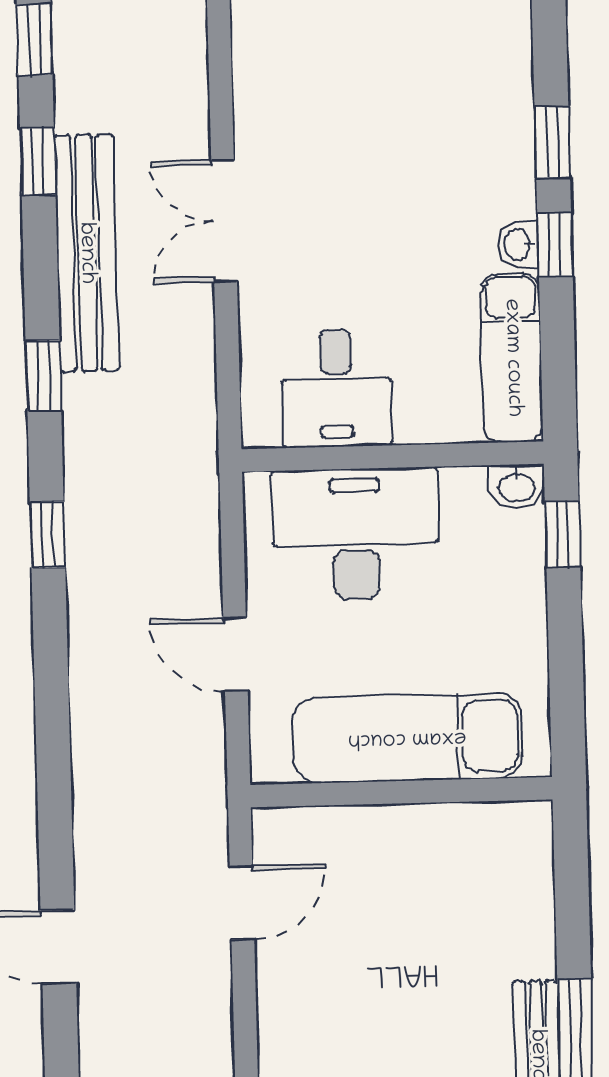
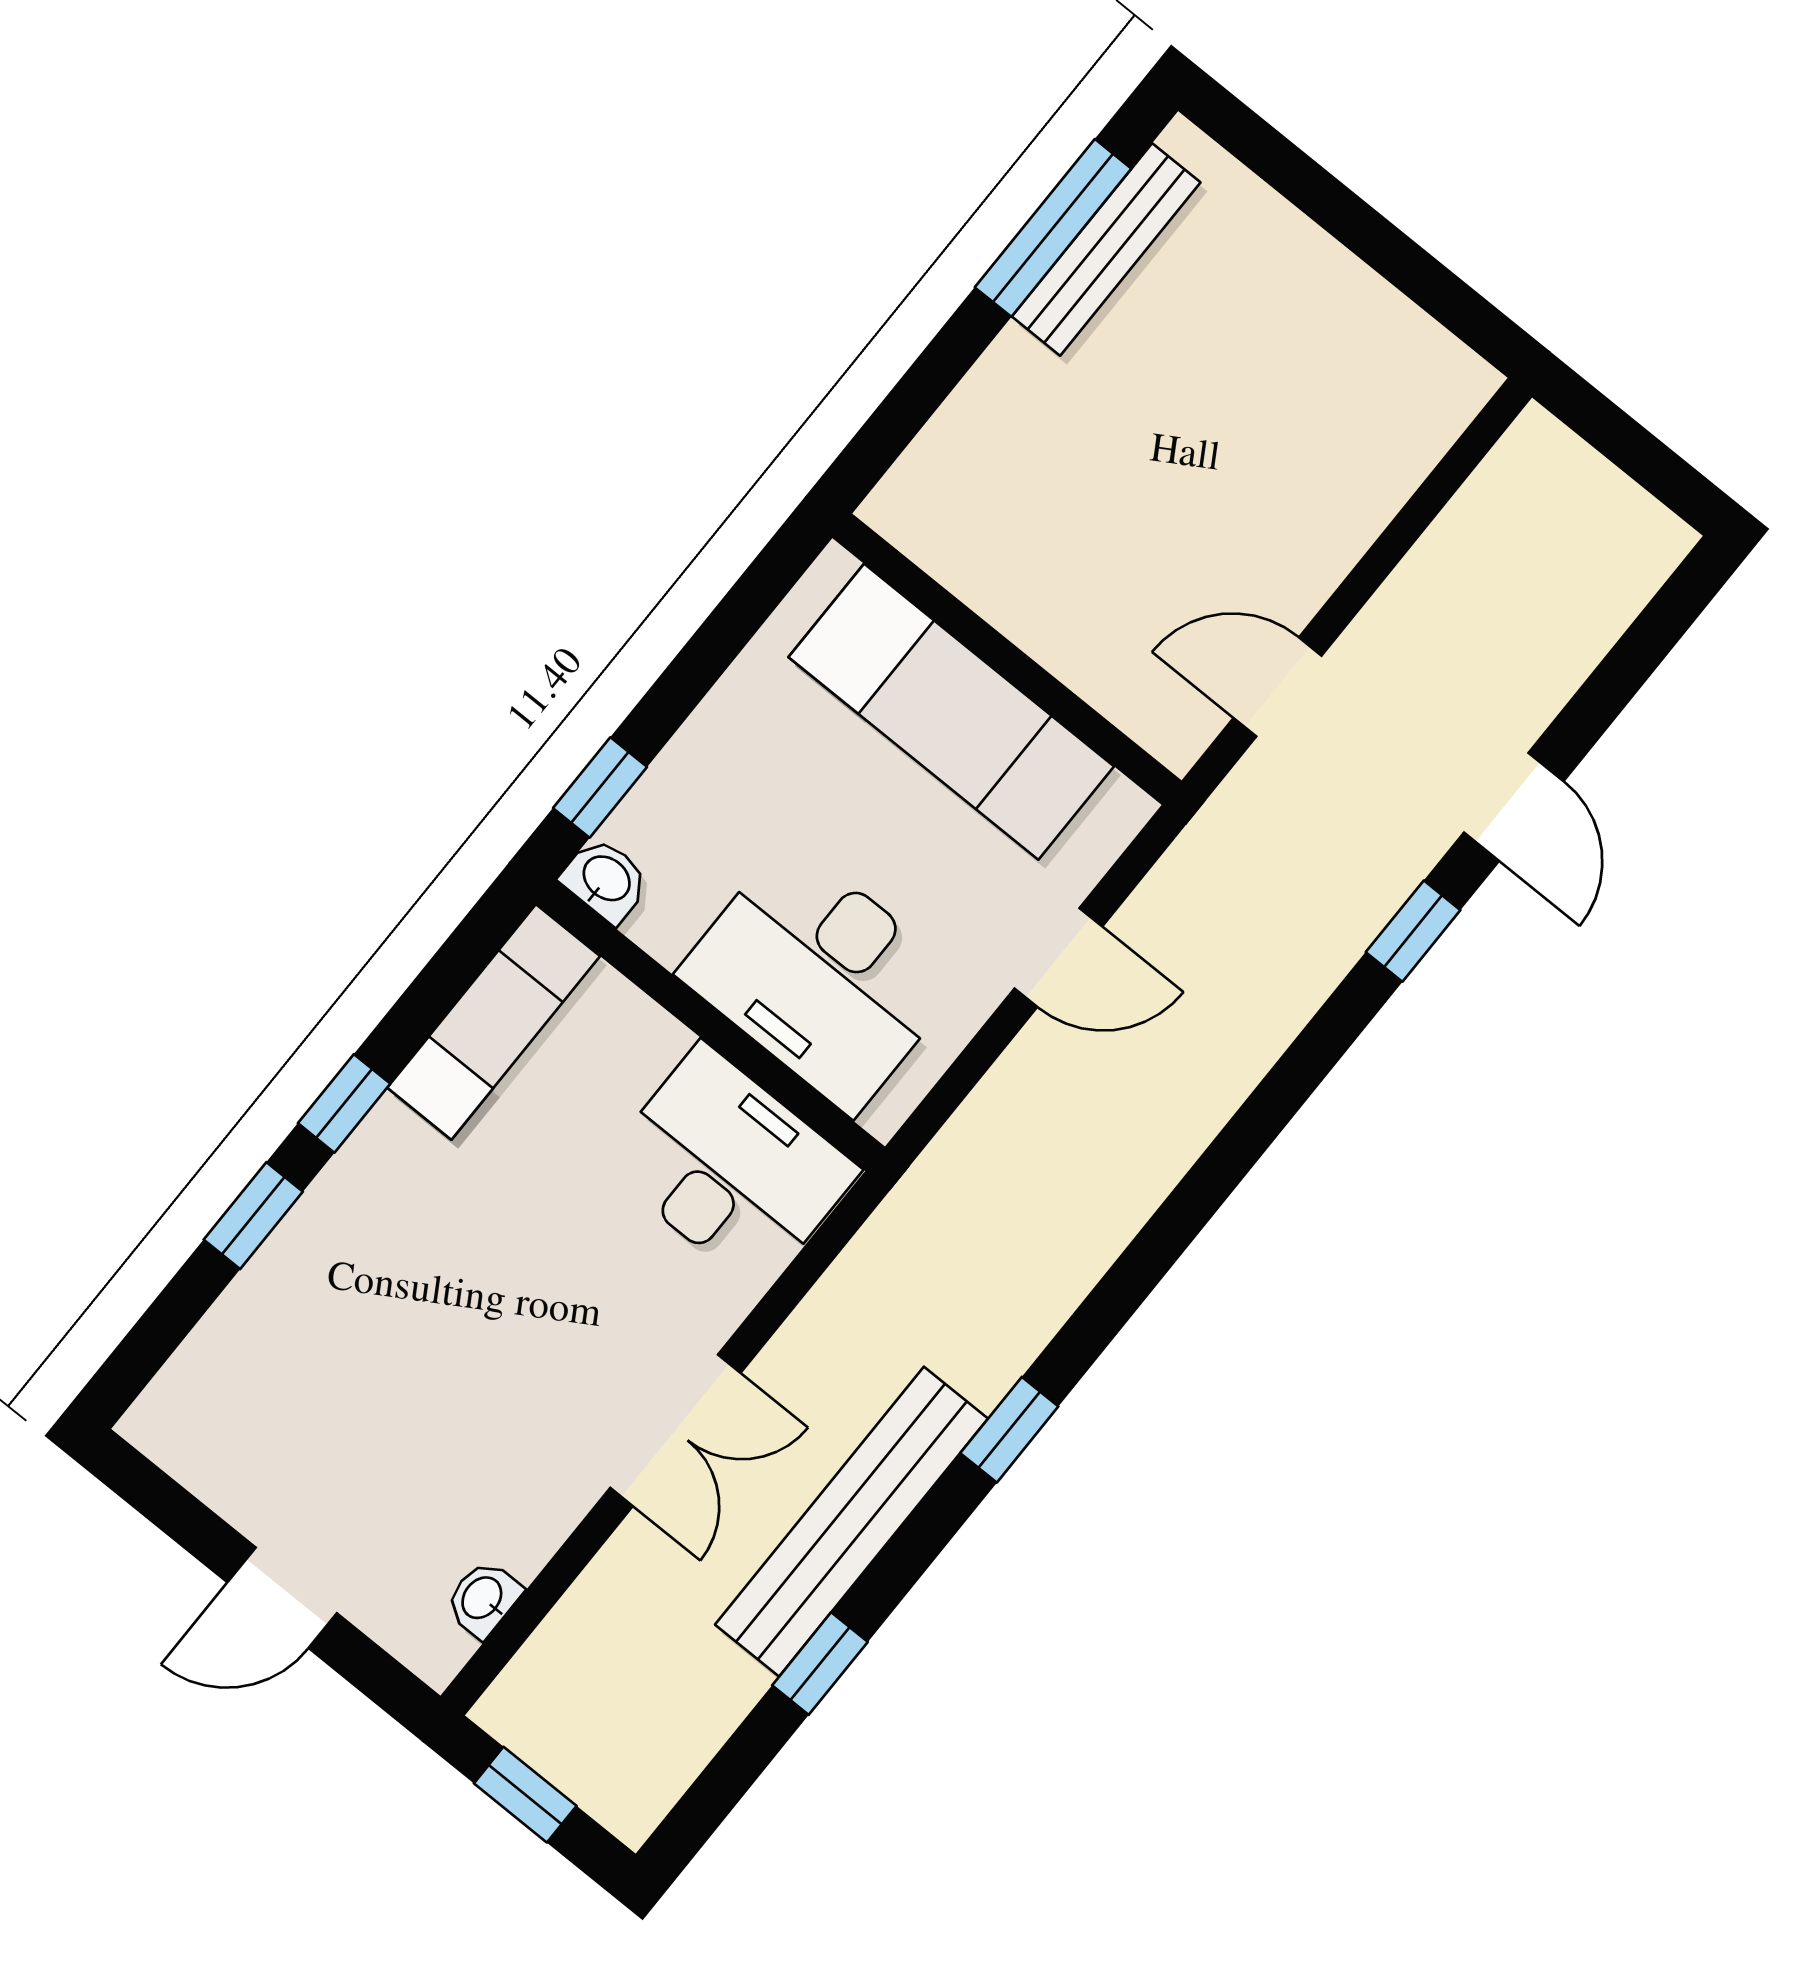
window: (35, 40) -> (713, 1796), removed
washbasin: (518, 245) -> (483, 1599), moved, turned 180
desk: (336, 388) -> (730, 1168), width x1.37
window: (48, 535) -> (1413, 931), moved
door: (235, 654) -> (1058, 957), hinge flipped

